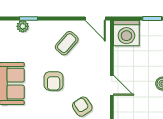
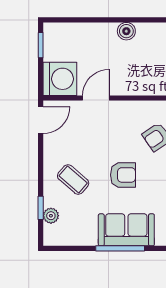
coffee table: (67, 43) -> (73, 179), moved
door: (112, 85) -> (96, 98), moved

